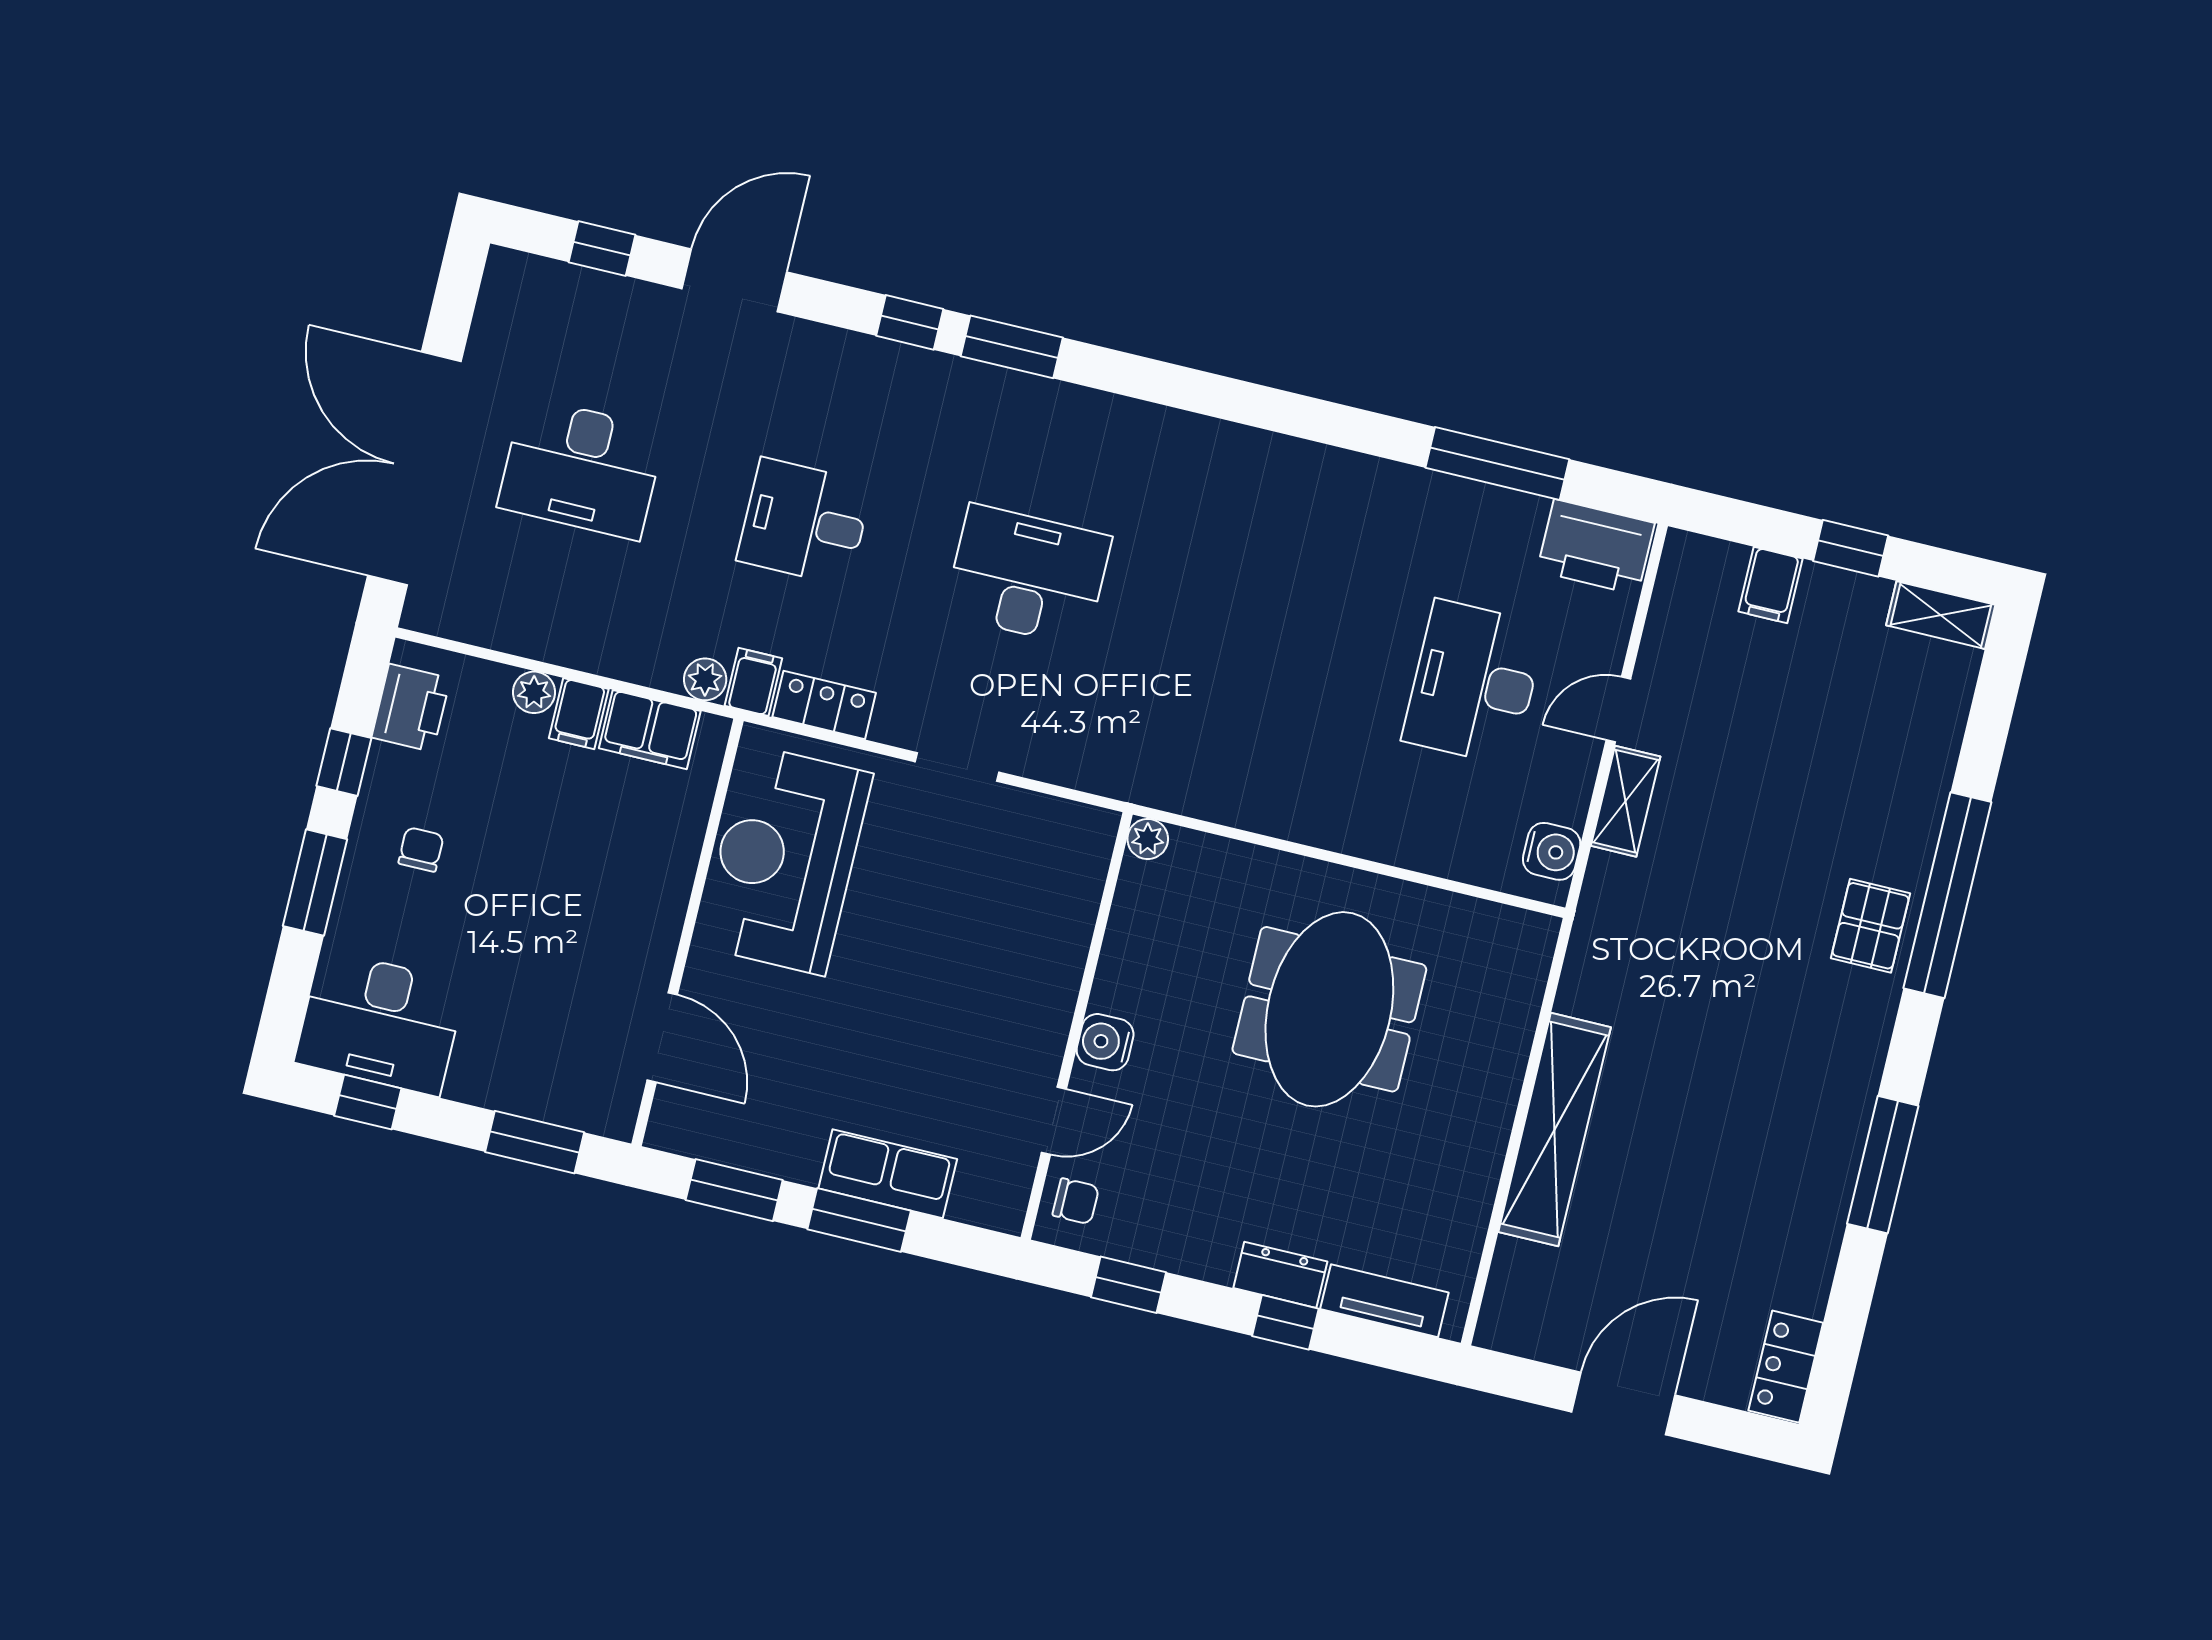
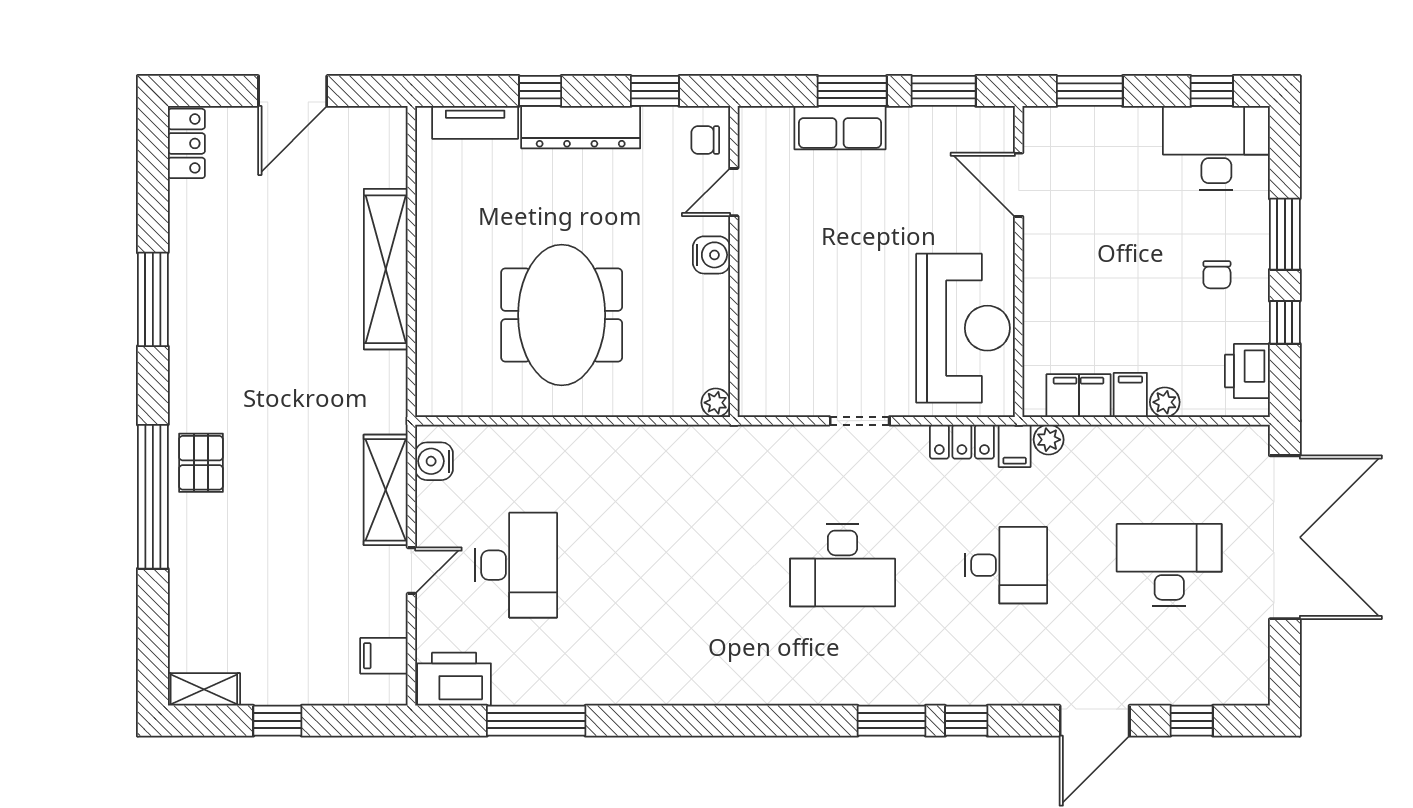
filing cabinet: (1771, 585) -> (384, 656), moved, turned -90
shelving: (1626, 801) -> (386, 490), width x1.50, depth x1.33
dresser: (1280, 1275) -> (581, 127), width x1.96, depth x1.24

